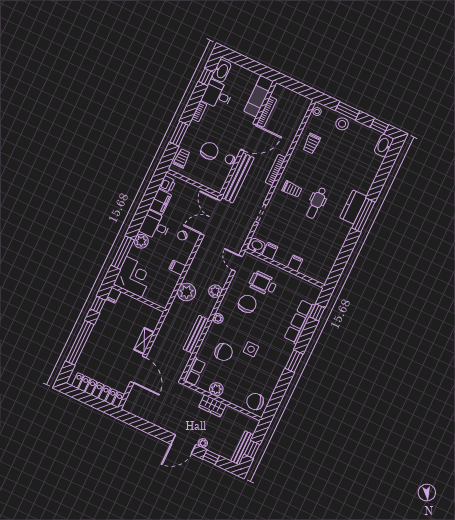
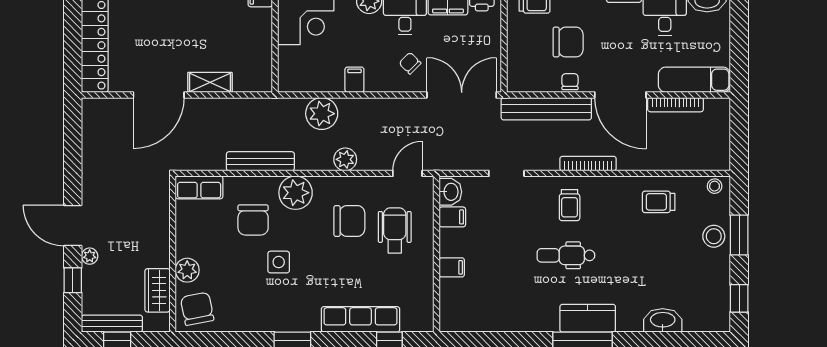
washbasin: (384, 145) -> (663, 320), moved
plant: (218, 318) -> (296, 193), width x1.88, depth x1.88
plant: (216, 389) -> (187, 270), moved
wardrobe: (212, 406) -> (157, 290), moved

